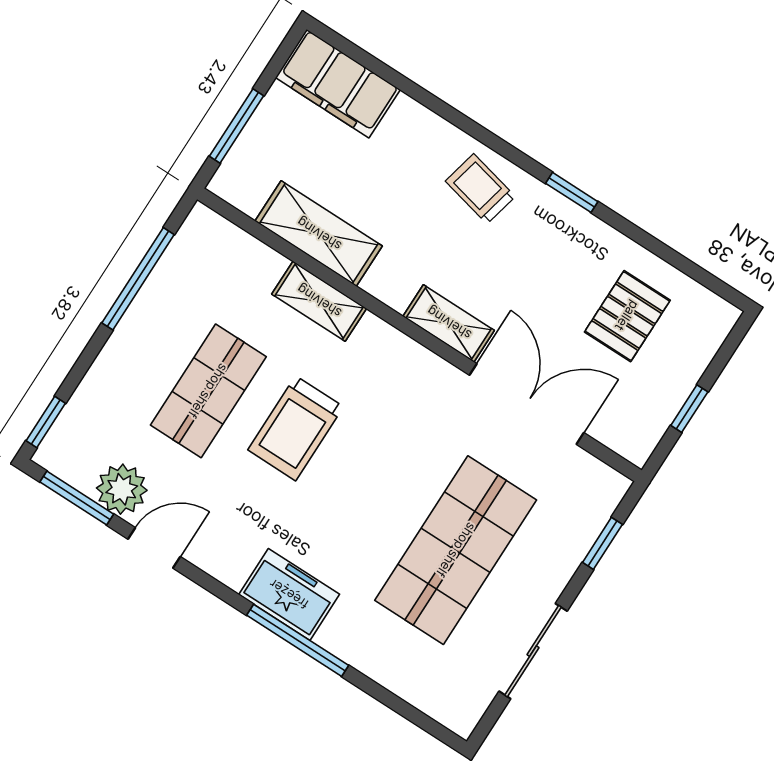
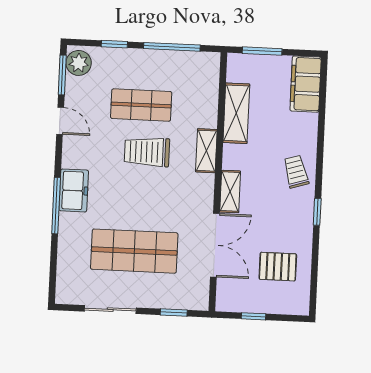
trolley: (480, 189) -> (296, 172), turned -30
shelving: (319, 301) -> (206, 151), moved
window: (46, 422) -> (114, 44), moved
plant: (122, 489) -> (79, 63), moved

